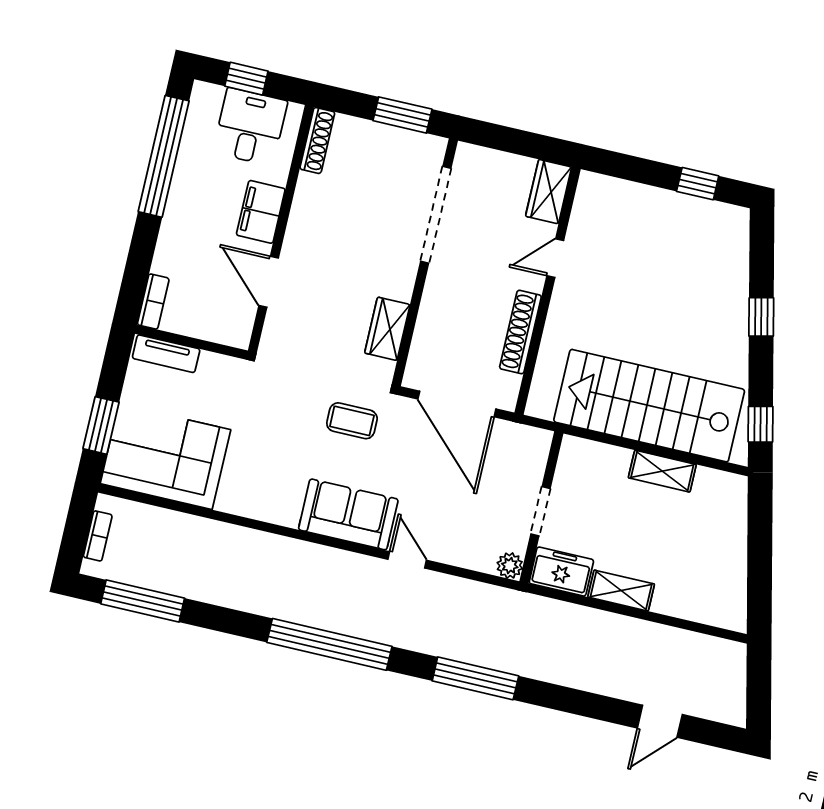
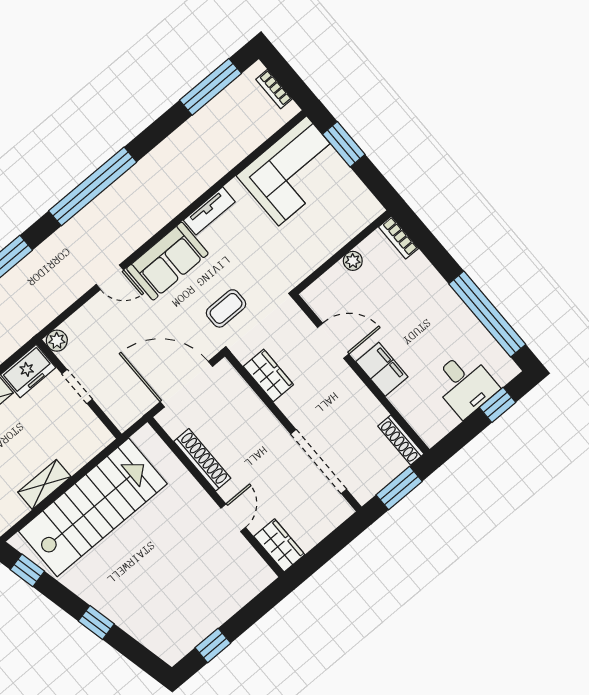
shoe rack: (317, 140) -> (401, 440), moved
filing cabinet: (261, 212) -> (382, 369), moved
wall: (281, 229) -> (361, 374), moved
door: (269, 282) -> (333, 341), moved
plant: (210, 330) -> (353, 261), added
tv unit: (166, 354) -> (209, 211), moved, turned 180

